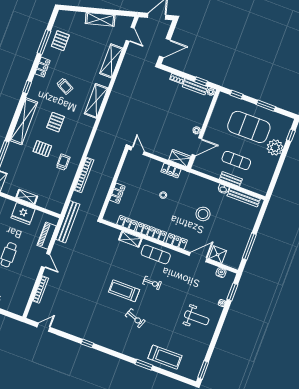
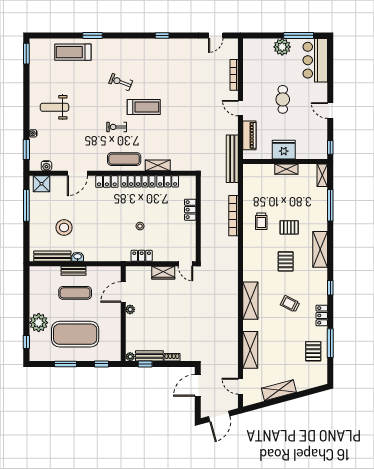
shelving: (24, 121) -> (320, 249), width x0.68
wardrobe: (180, 158) -> (163, 273), moved
stool: (203, 214) -> (64, 228), moved
shower: (218, 255) -> (42, 184), moved

